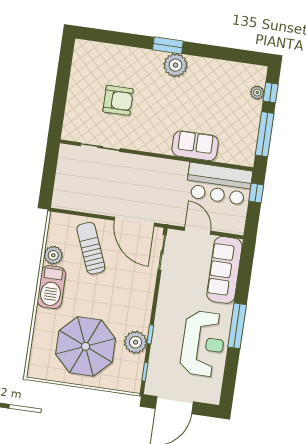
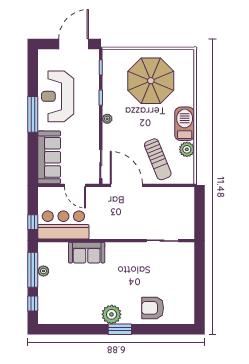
plant: (257, 93) -> (43, 271), moved
armchair: (118, 100) -> (153, 308), moved
plant: (136, 342) -> (107, 119), moved, width x0.53, depth x0.53

